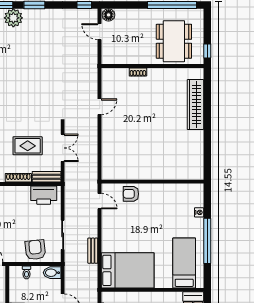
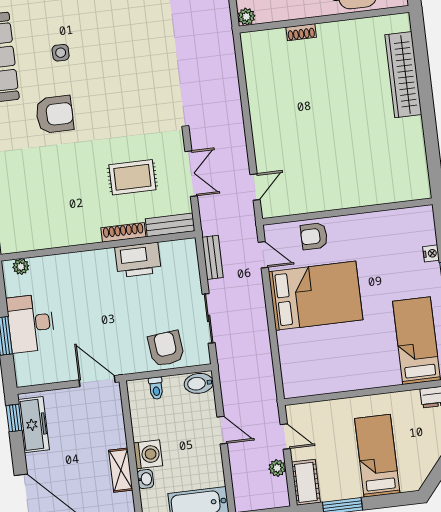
plant: (107, 59) -> (246, 17), added
door: (100, 107) -> (255, 187), moved
printer: (44, 195) -> (138, 260), moved
bench: (93, 251) -> (213, 257), moved
bed: (128, 270) -> (316, 296), moved

